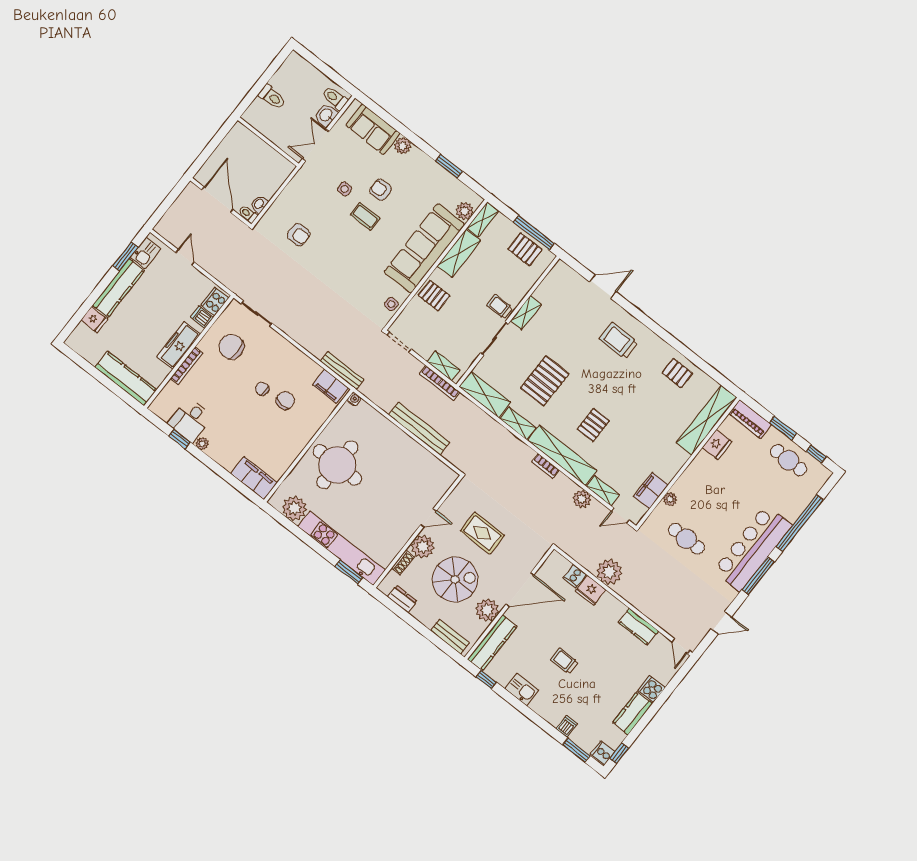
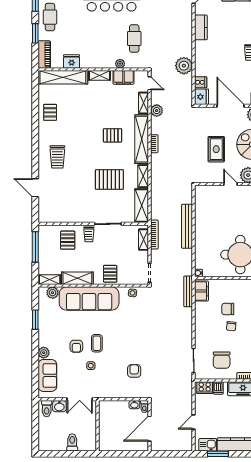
pallet: (525, 249) -> (68, 240), moved
shelving: (526, 313) -> (100, 75), moved
fridge: (591, 590) -> (202, 97), moved

